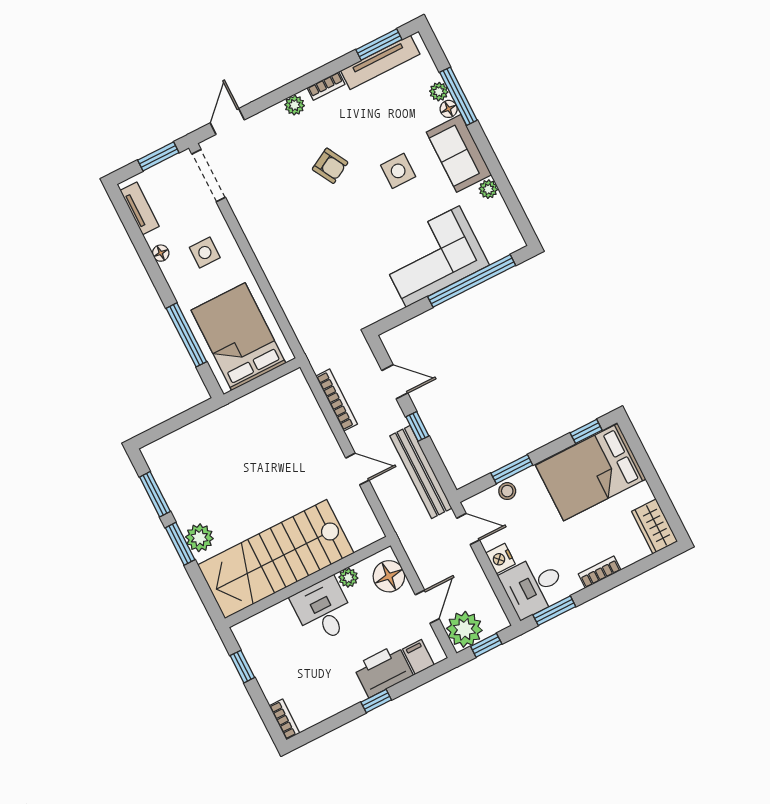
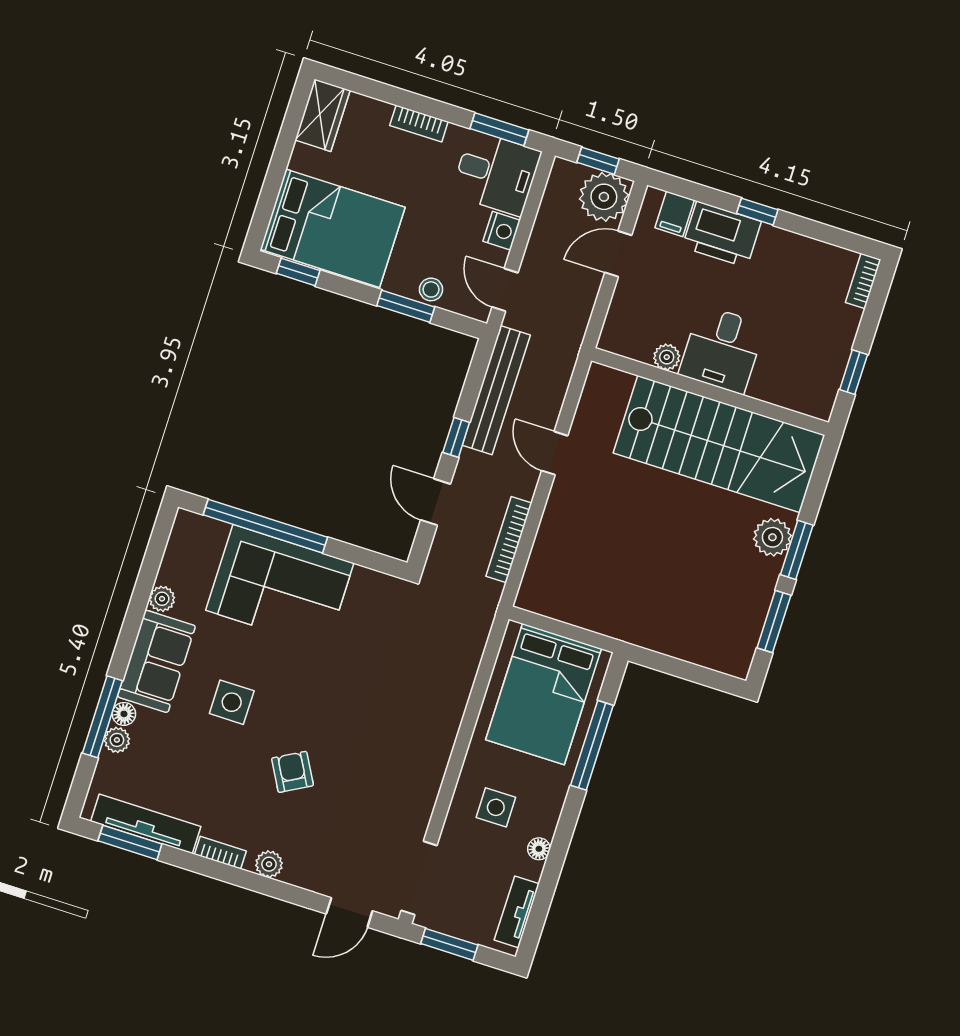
floor lamp: (389, 576) -> (626, 320), removed

